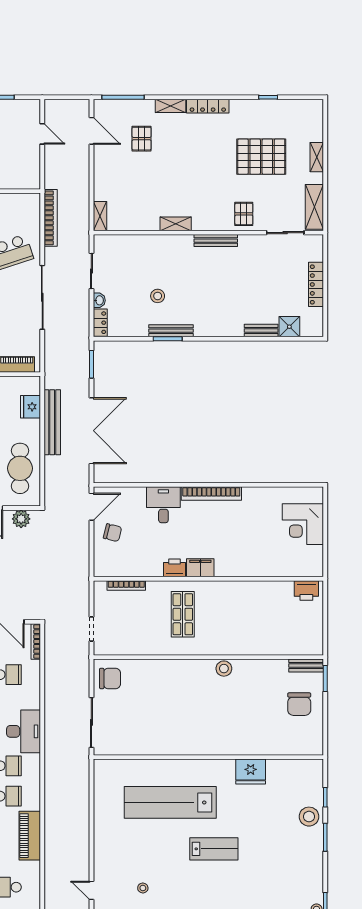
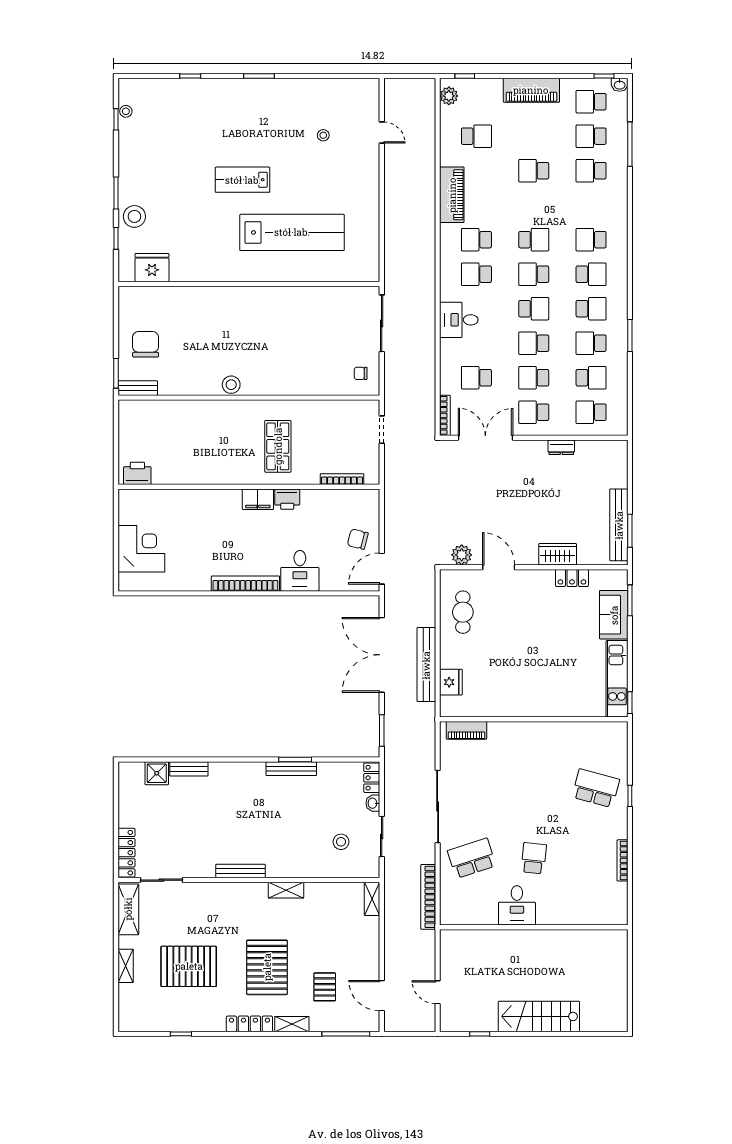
pallet: (244, 214) -> (267, 967), moved, width x2.05, depth x2.00
locker: (316, 284) -> (126, 853), moved
stool: (158, 296) -> (341, 842), moved
cafe table: (20, 468) -> (463, 612), width x0.73, depth x0.74
chair: (110, 678) -> (361, 373), width x0.54, depth x0.54
desk: (24, 731) -> (459, 320), width x0.73
fridge: (251, 771) -> (152, 268), moved

